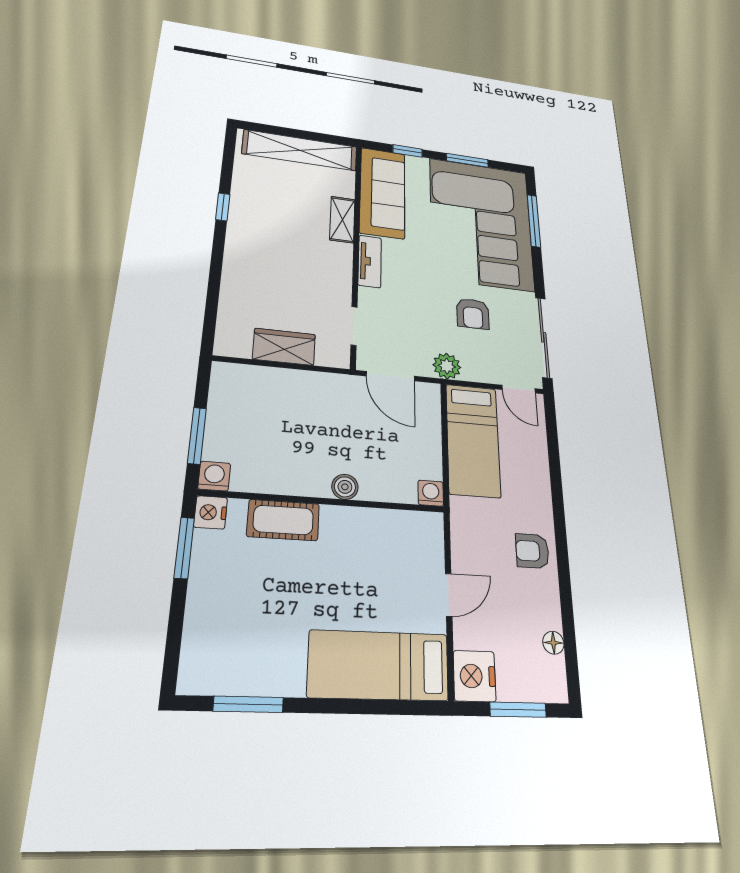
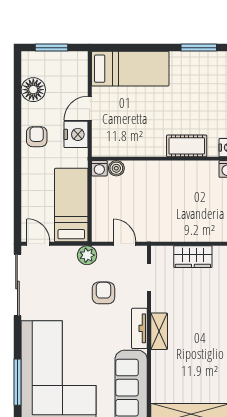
shelving: (342, 220) -> (159, 331), moved
armchair: (473, 314) -> (103, 293), moved
door: (390, 376) -> (125, 244), width x0.73
boiler: (345, 487) -> (116, 168), moved
armchair: (532, 551) -> (37, 137), turned -90
floor lamp: (553, 643) -> (33, 90), width x1.89, depth x1.89
nightstand: (474, 676) -> (76, 134), moved

